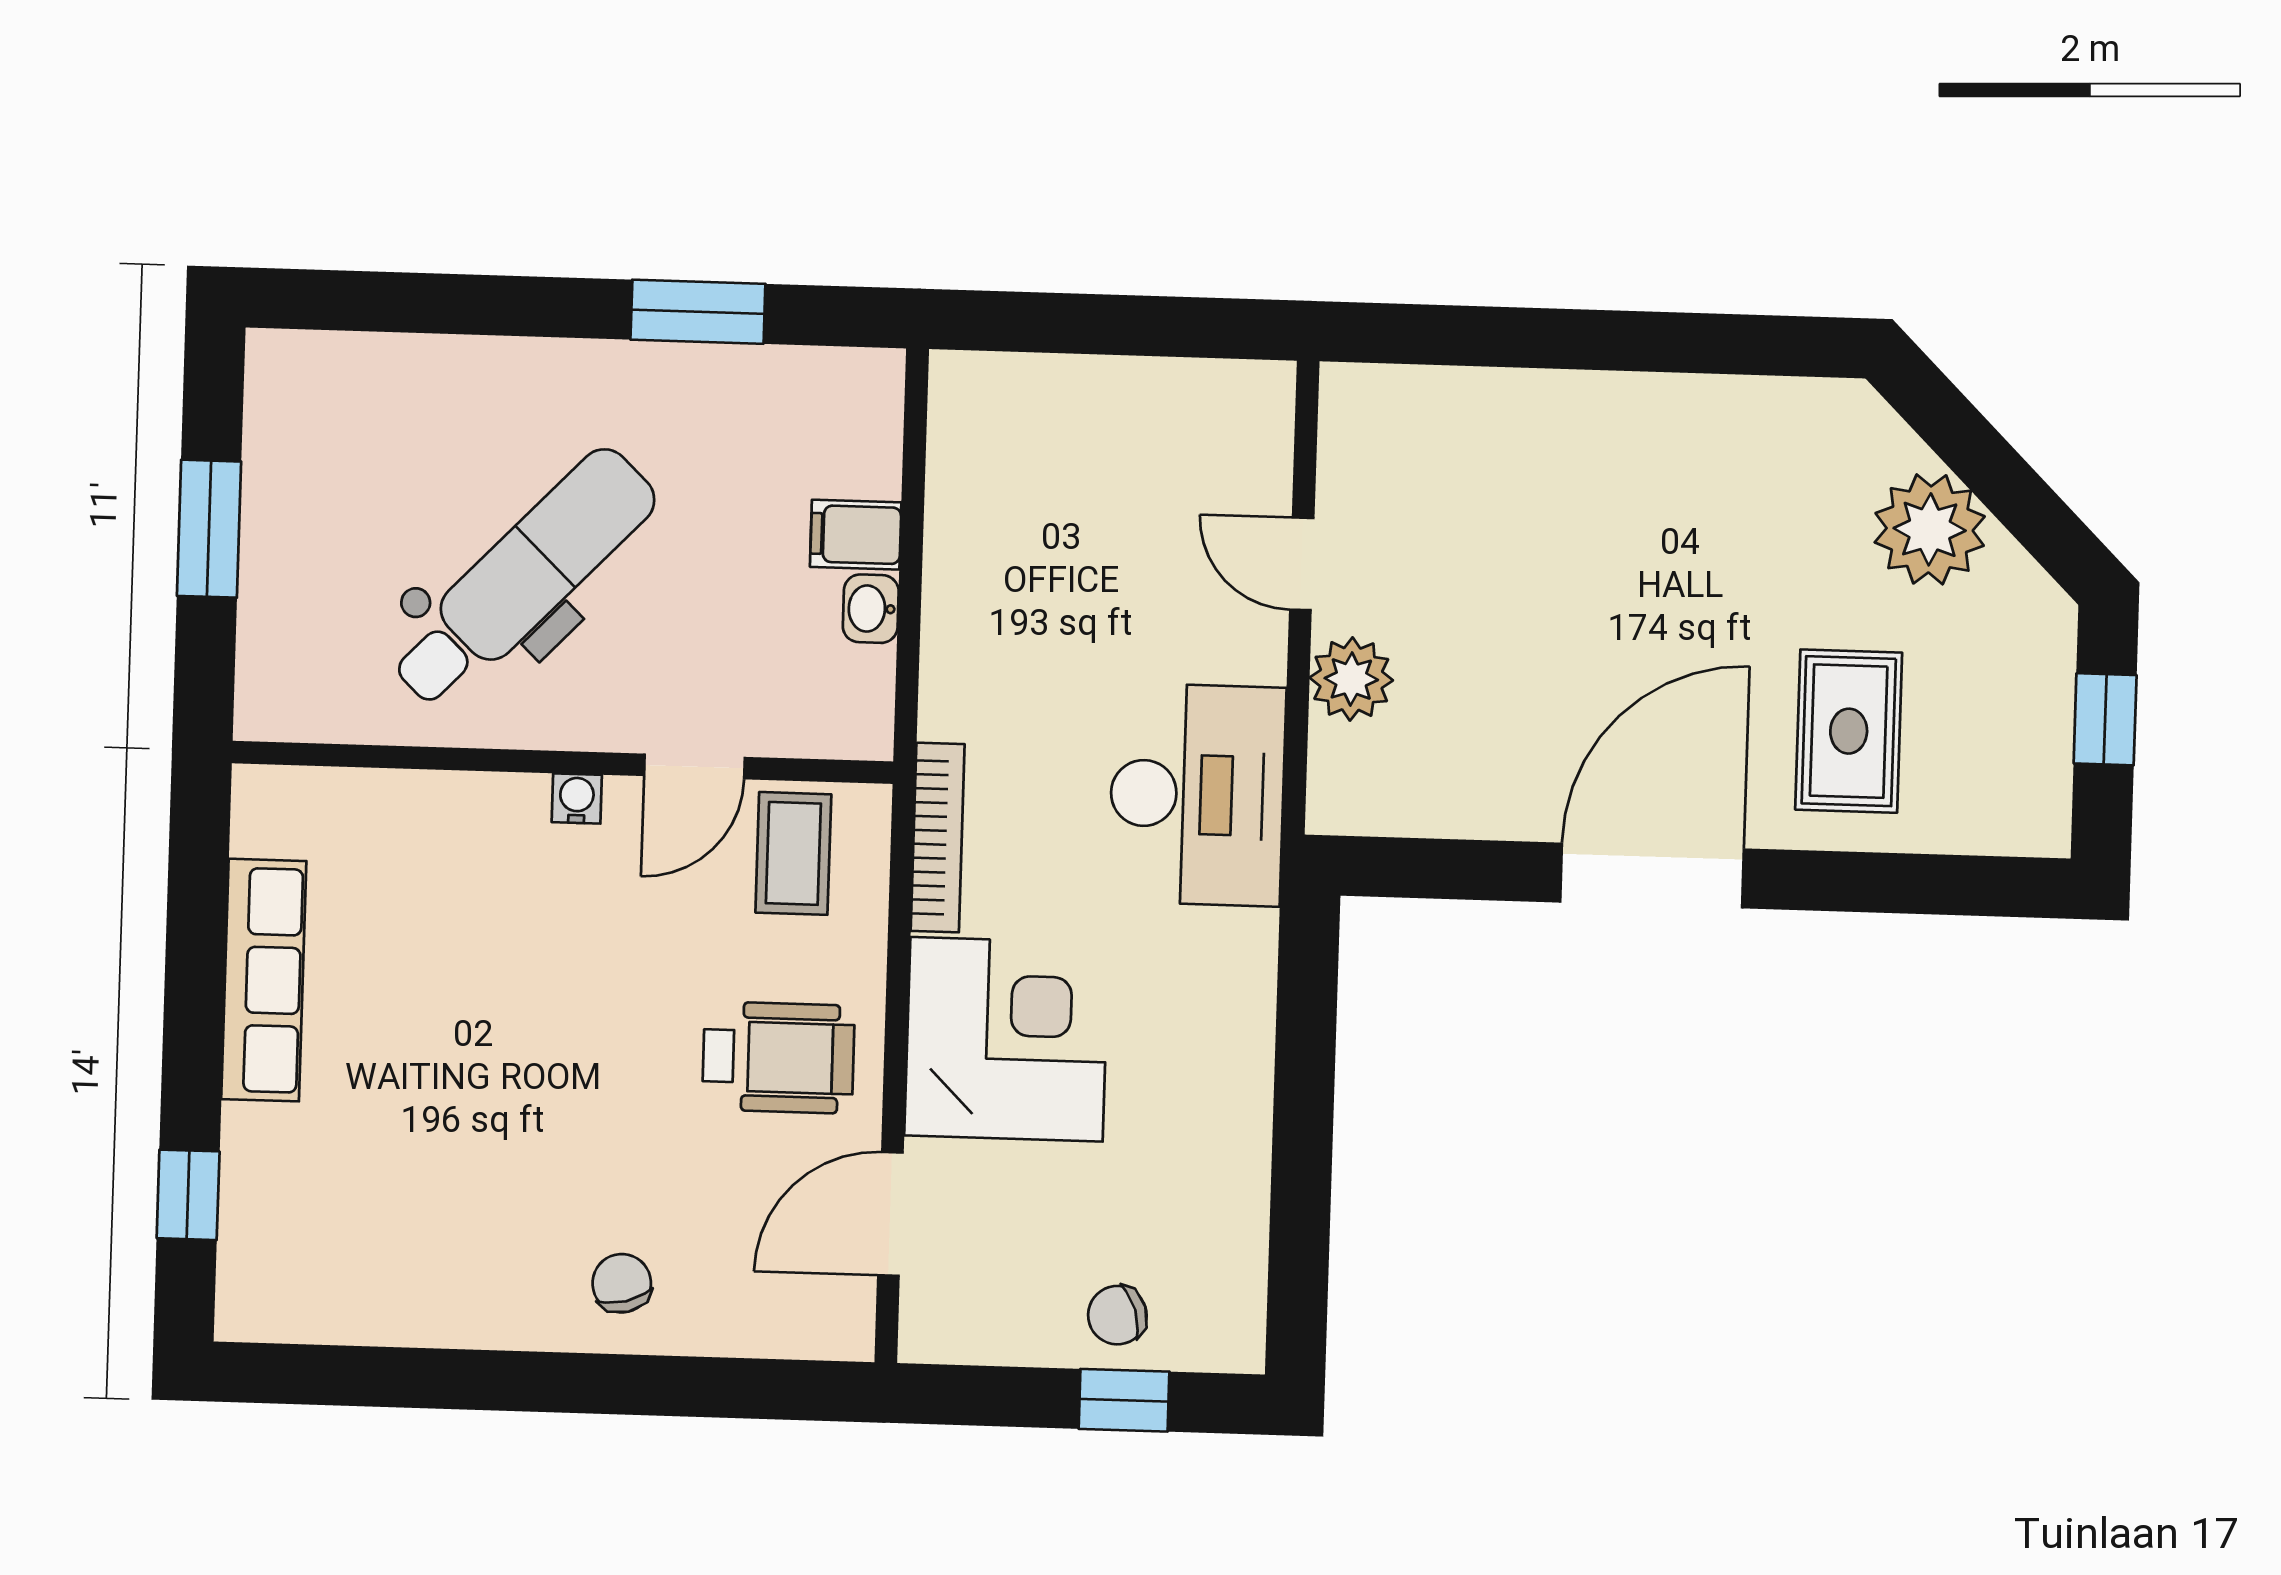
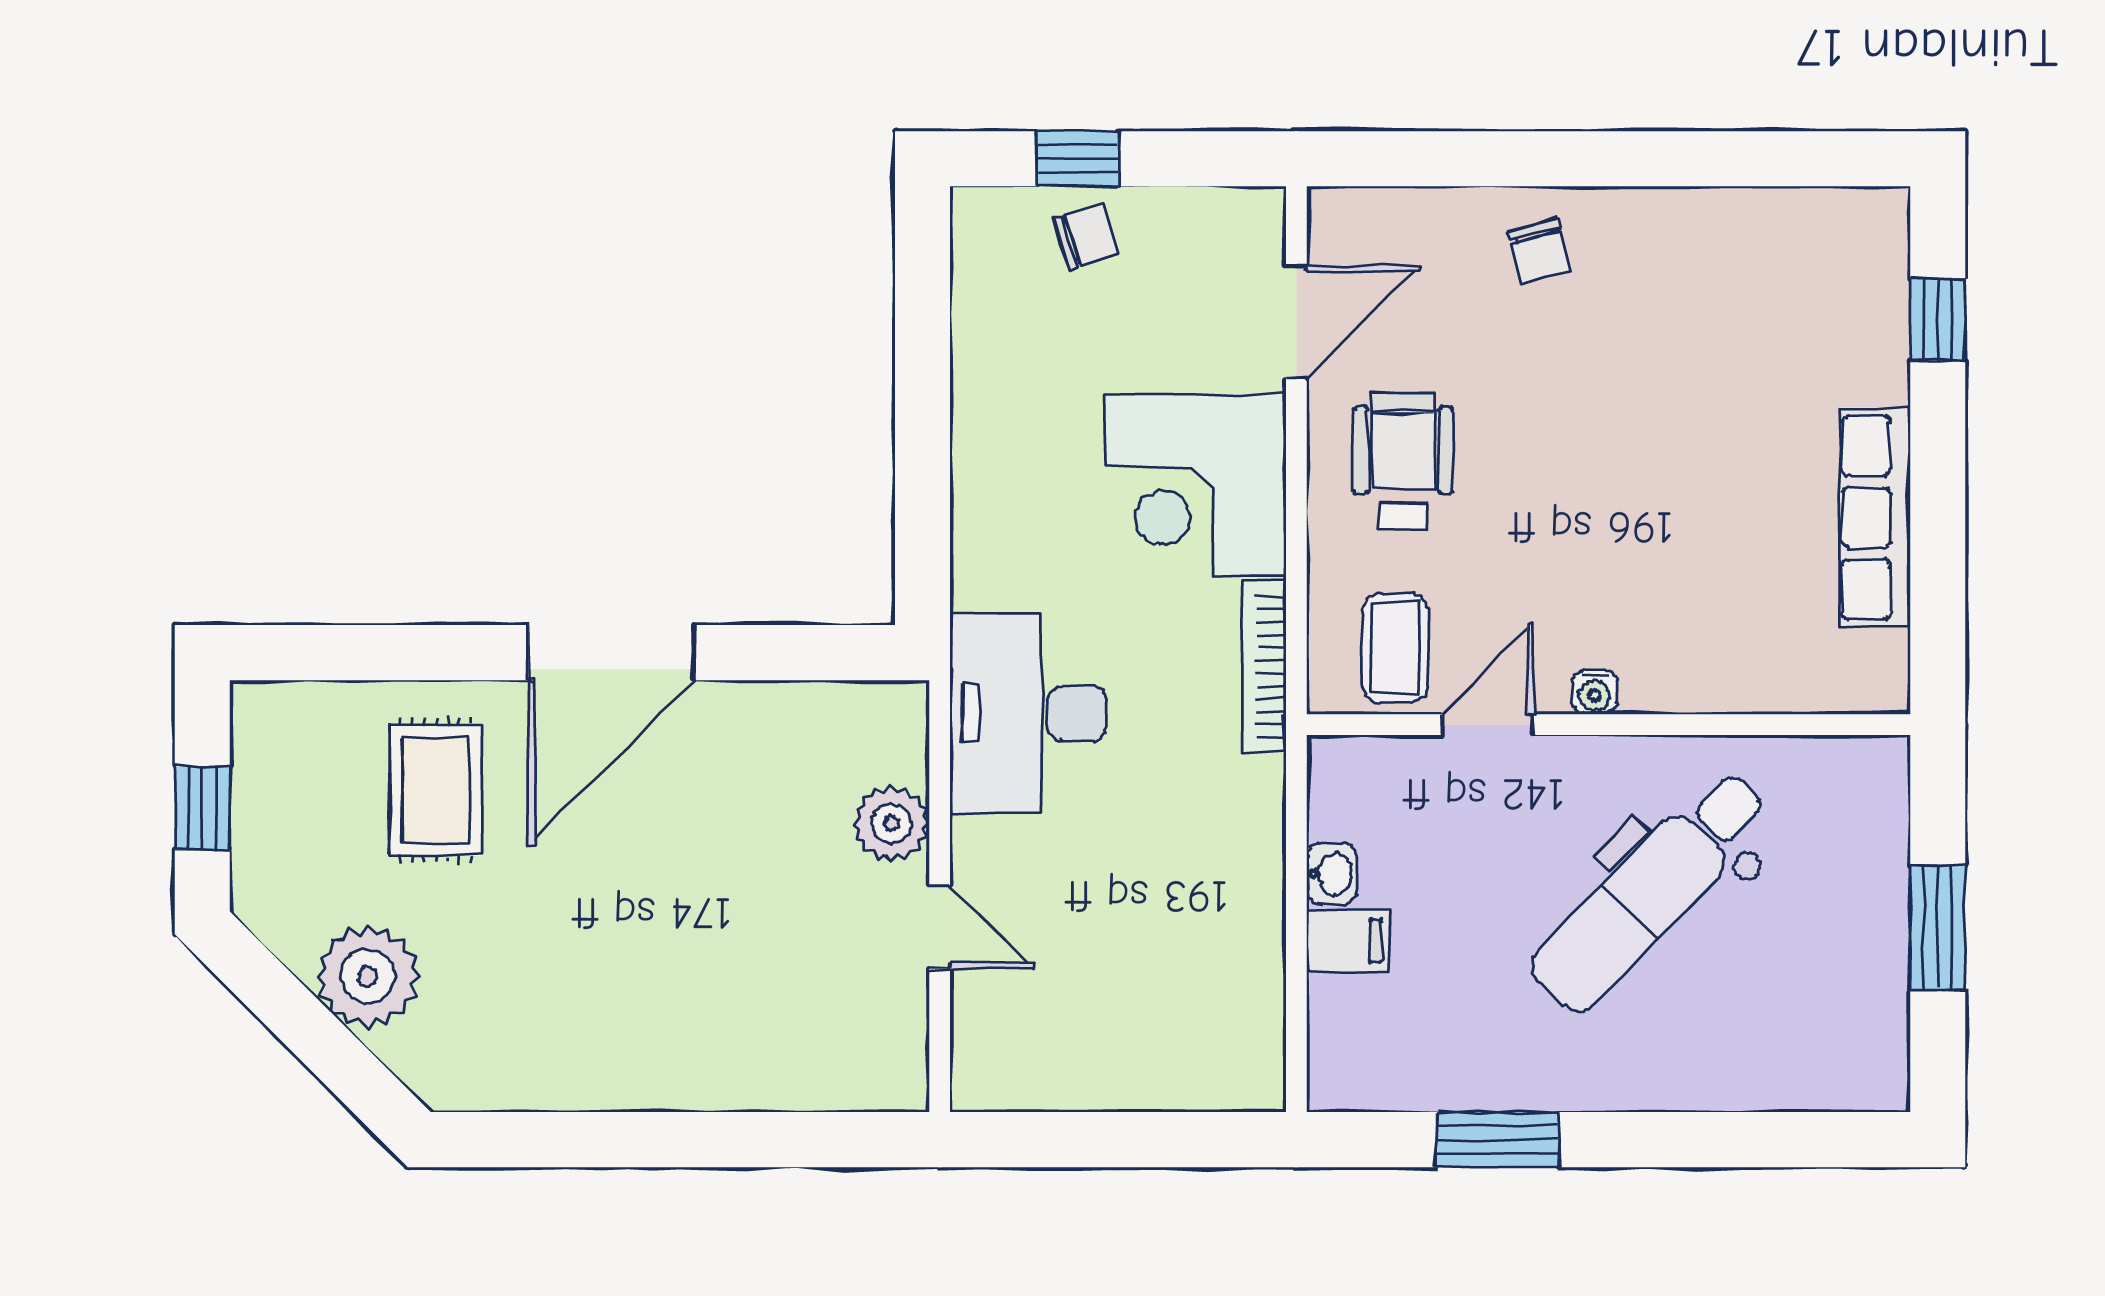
wheelchair: (778, 1057) -> (1403, 462), turned 90

